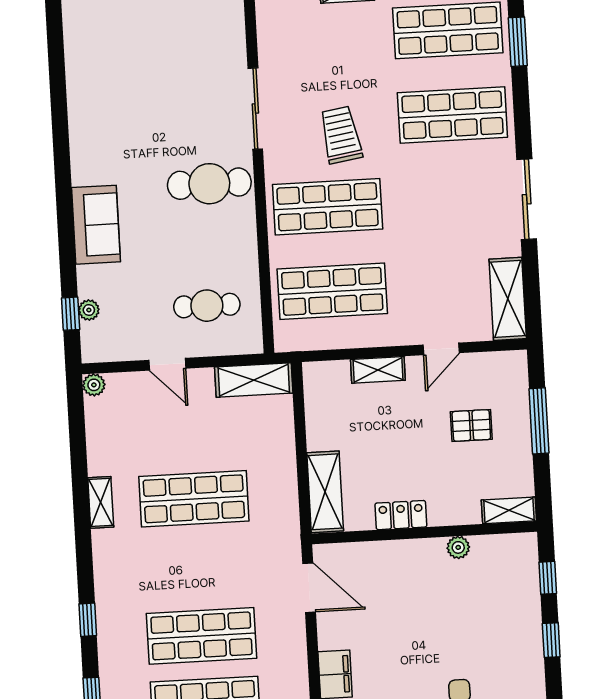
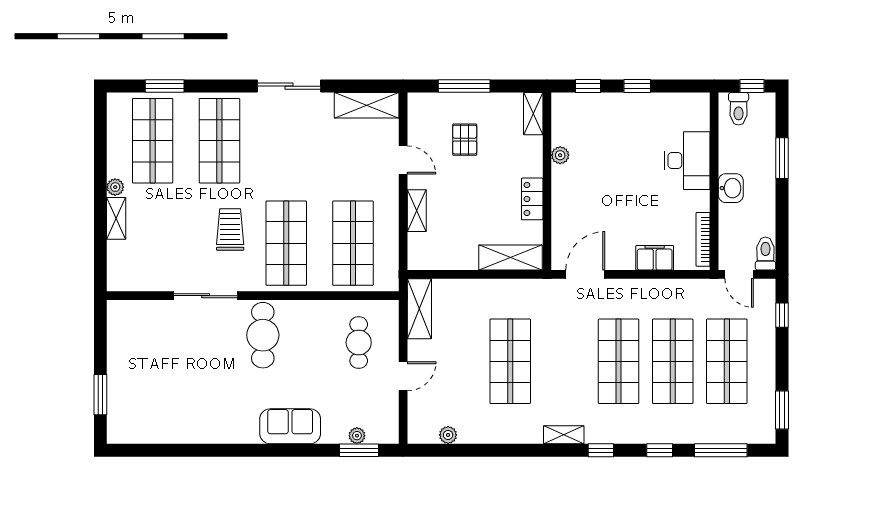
trolley: (341, 135) -> (230, 230), turned 99
window: (71, 314) -> (359, 450), width x1.50
plant: (94, 385) -> (448, 435), moved
shelving: (101, 502) -> (564, 435), moved

